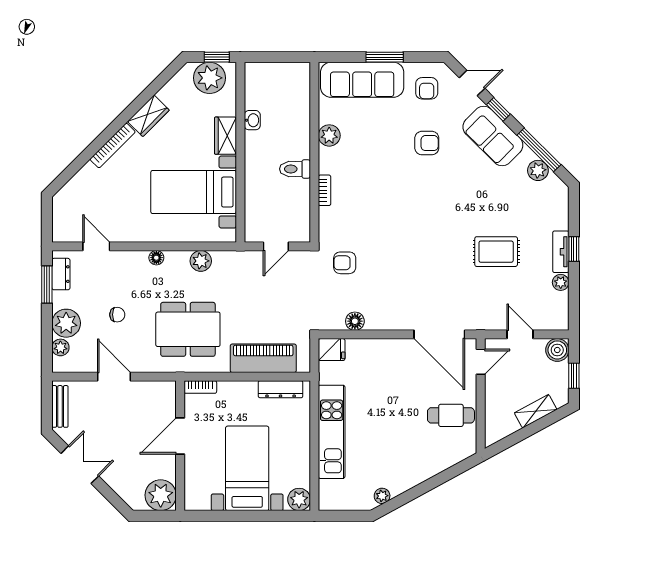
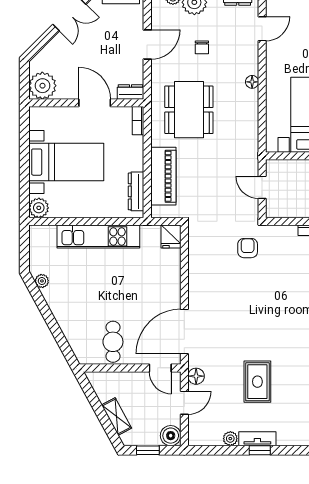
plant: (201, 261) -> (249, 121), removed
floor lamp: (355, 321) -> (196, 376), moved
dresser: (168, 396) -> (130, 92), added

